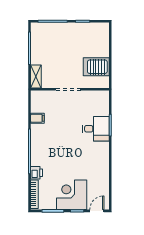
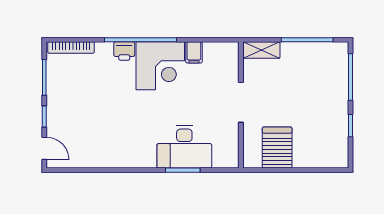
desk: (96, 129) -> (184, 147), width x1.37
printer: (36, 173) -> (124, 51), moved
corner desk: (72, 195) -> (160, 66), moved, turned 90

